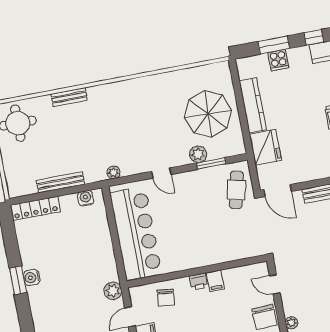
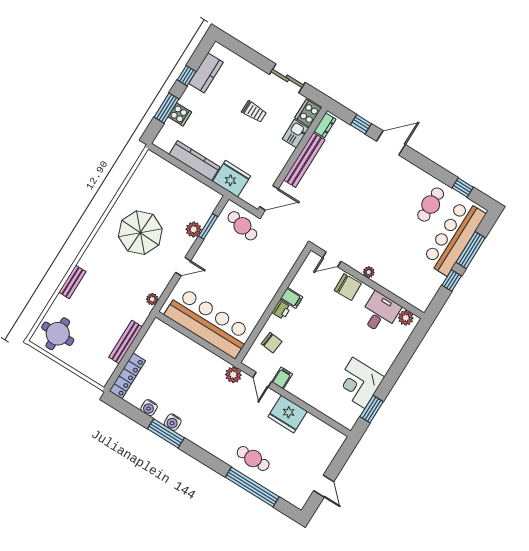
parasol: (208, 114) -> (140, 233), moved
water cooler: (86, 198) -> (149, 408), moved, turned -90
window: (18, 280) -> (166, 433), width x1.44

